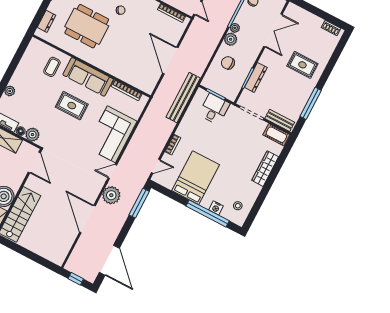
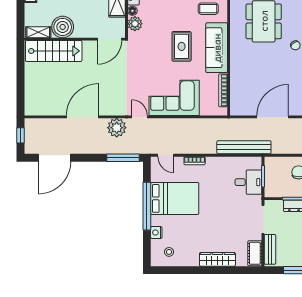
window: (208, 213) -> (147, 206), moved

